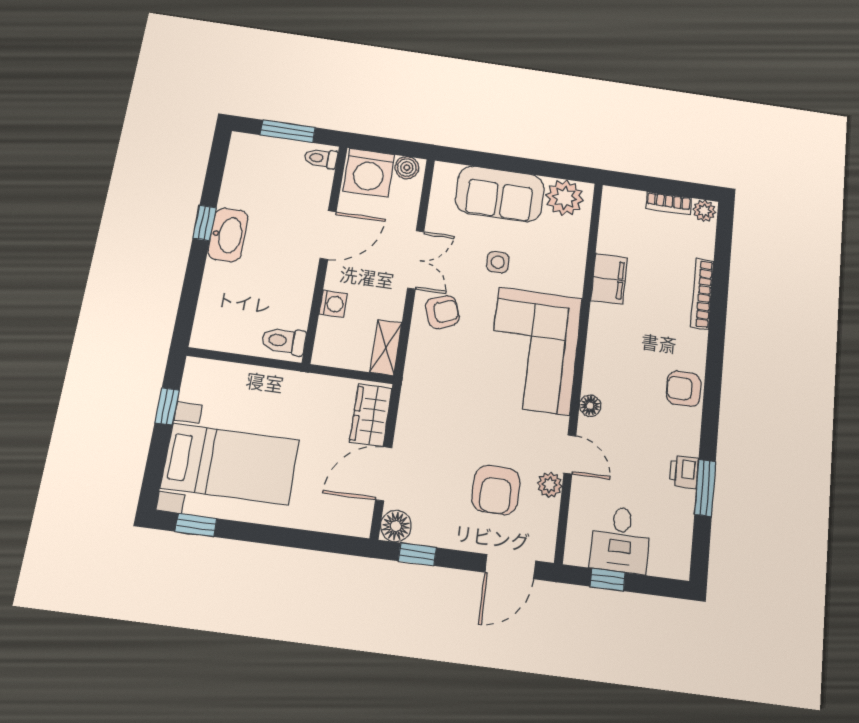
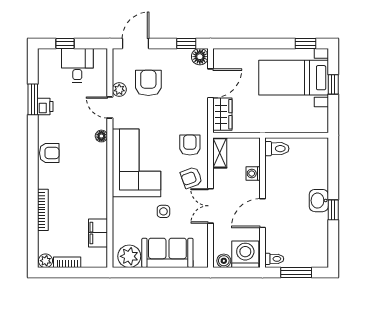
washbasin: (228, 235) -> (319, 201), width x0.72
filing cabinet: (609, 279) -> (98, 233), moved
armchair: (437, 369) -> (190, 145), added
window: (167, 406) -> (333, 84), moved
window: (608, 580) -> (65, 44), moved

